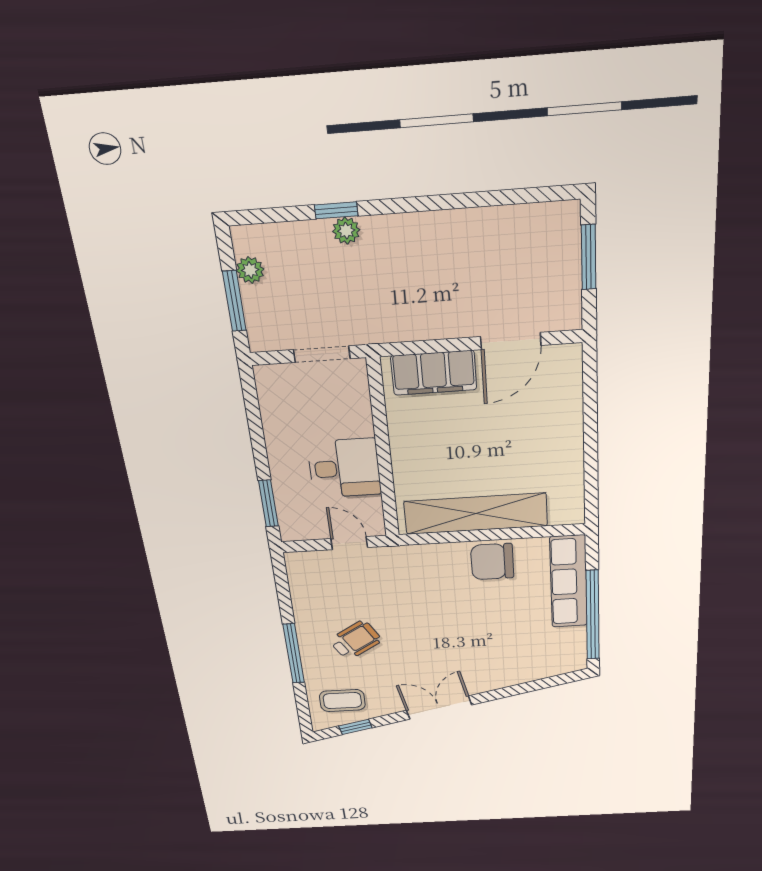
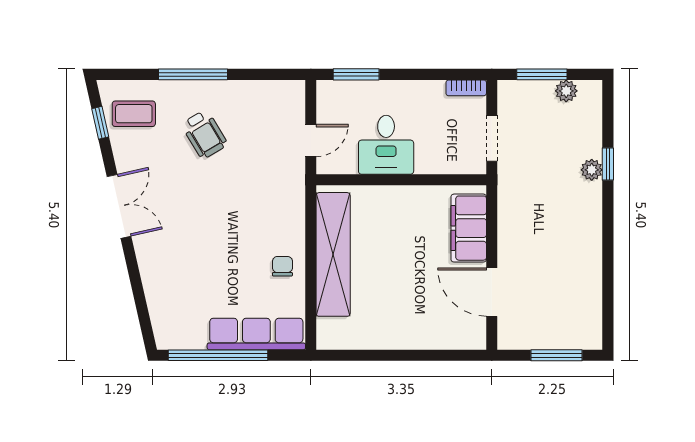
bookcase: (265, 387) -> (466, 88), added
chair: (492, 562) -> (282, 266), width x0.54, depth x0.54
coffee table: (342, 701) -> (134, 114), turned 90

